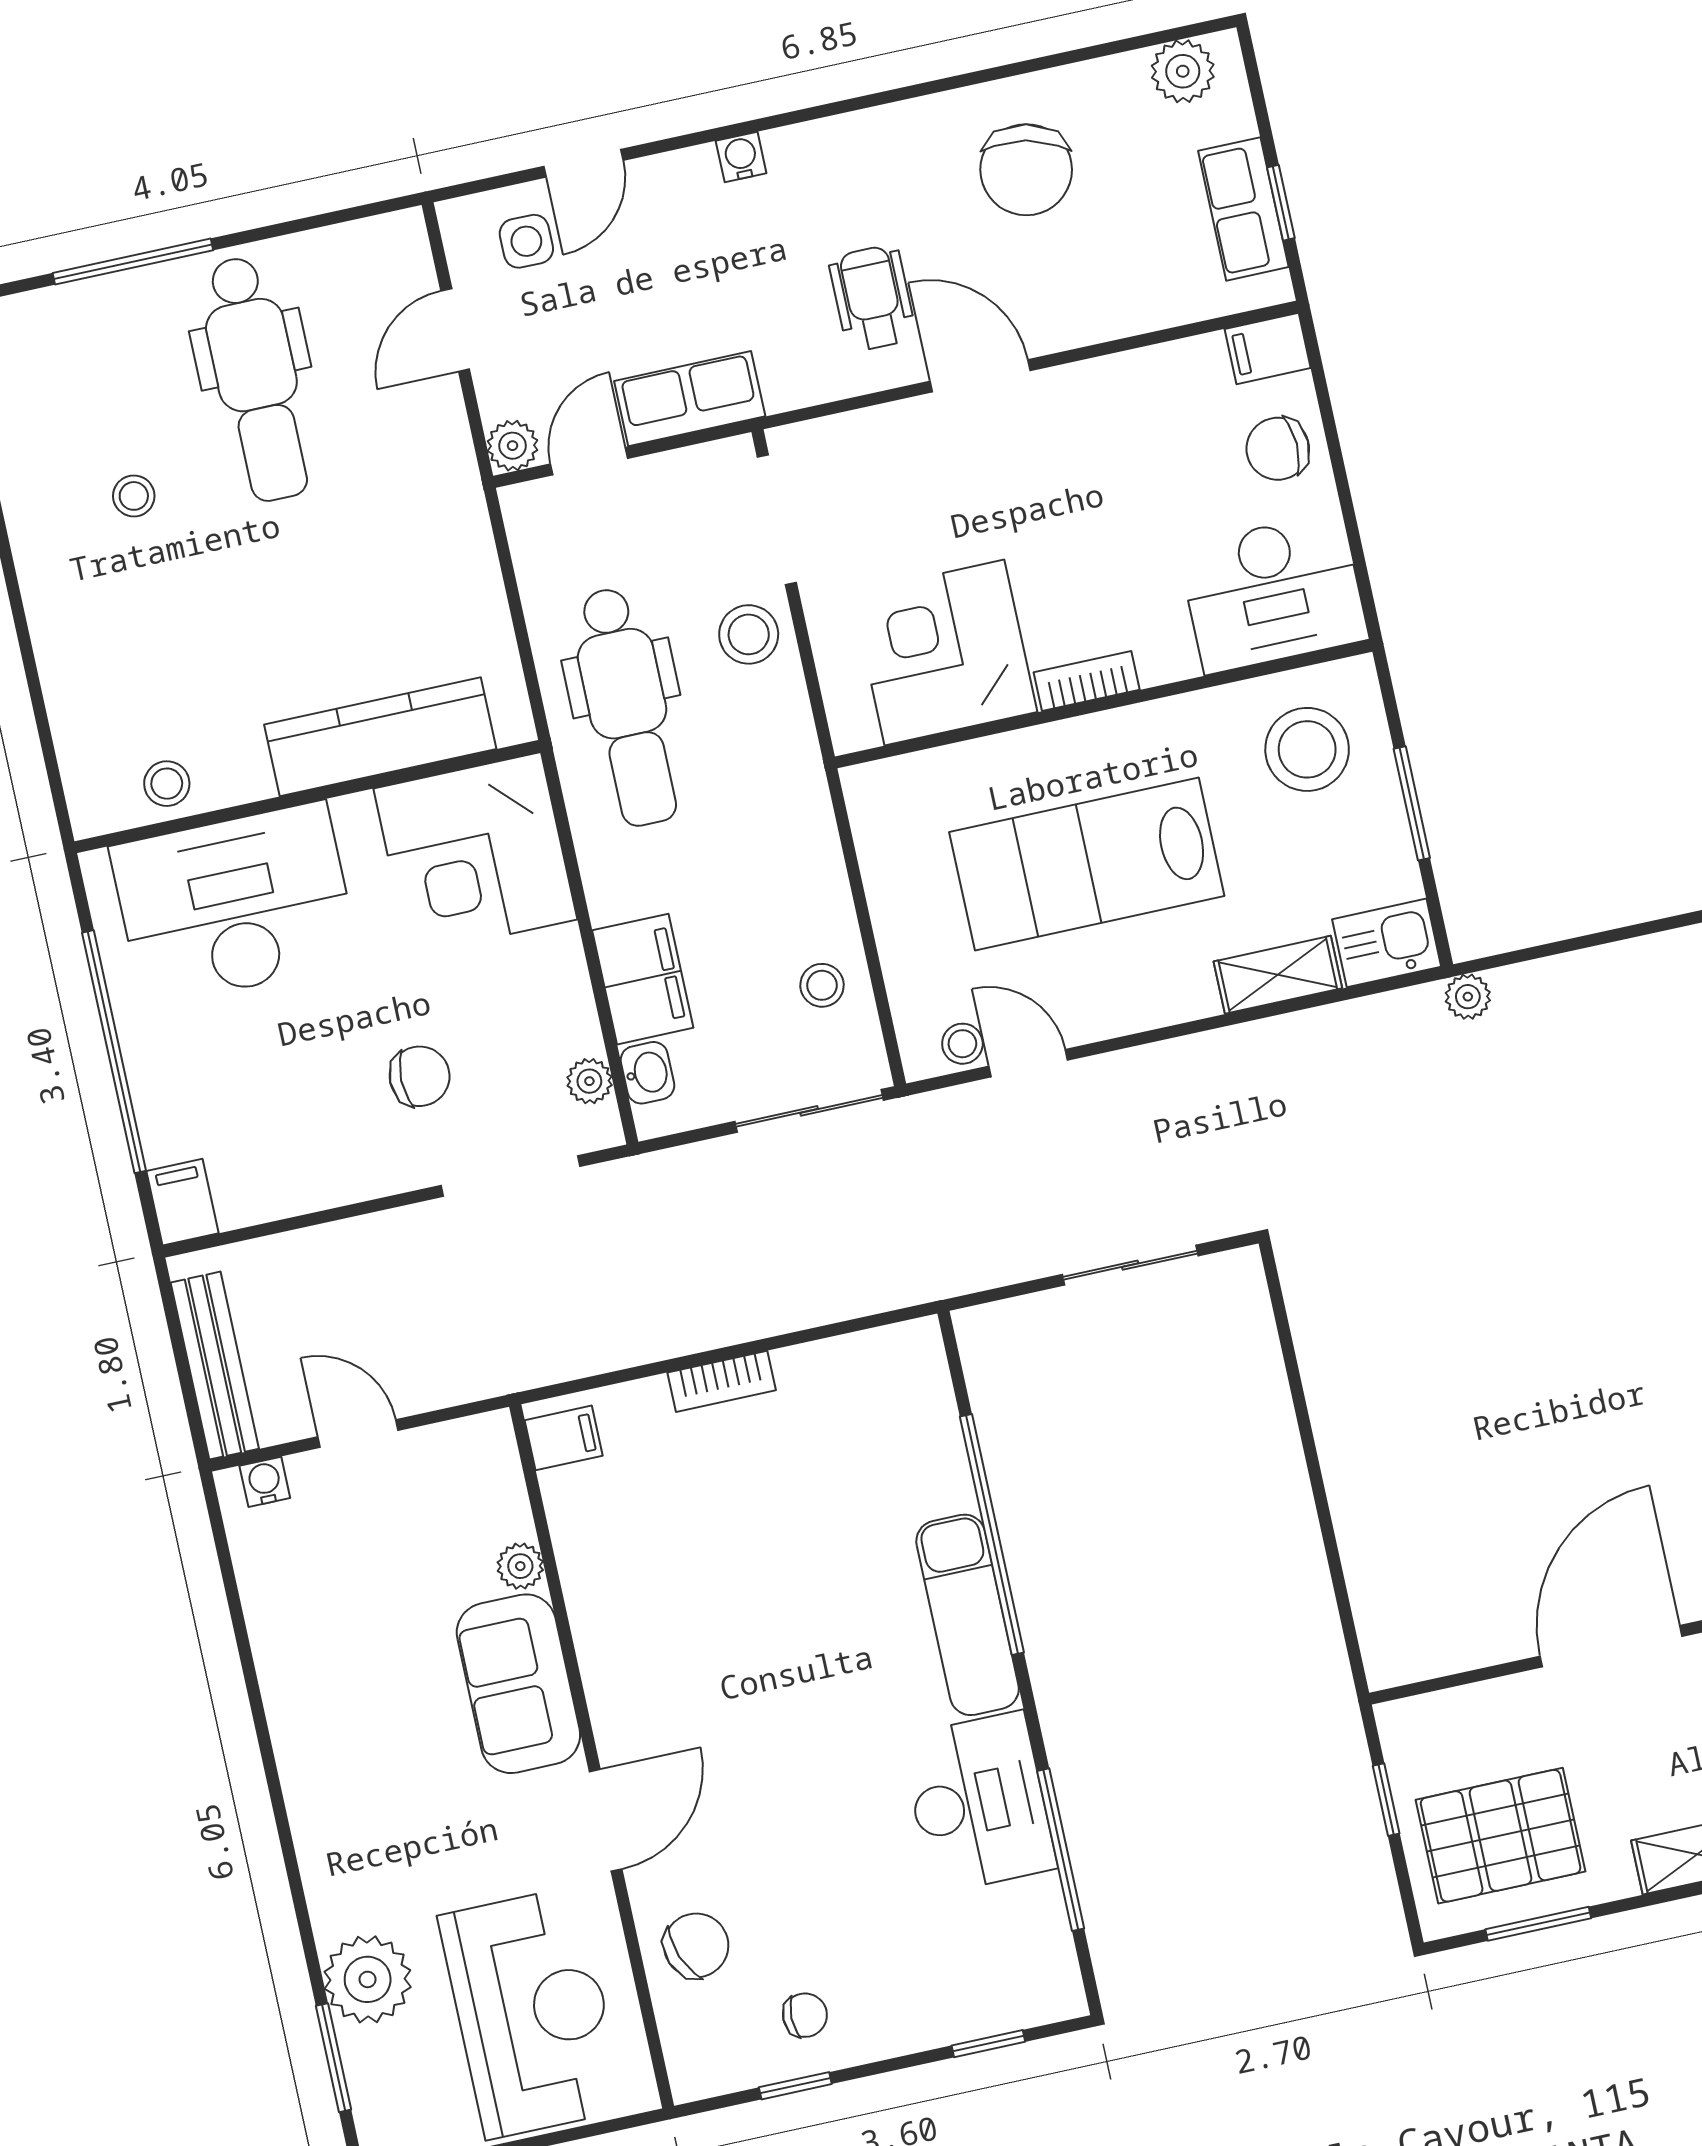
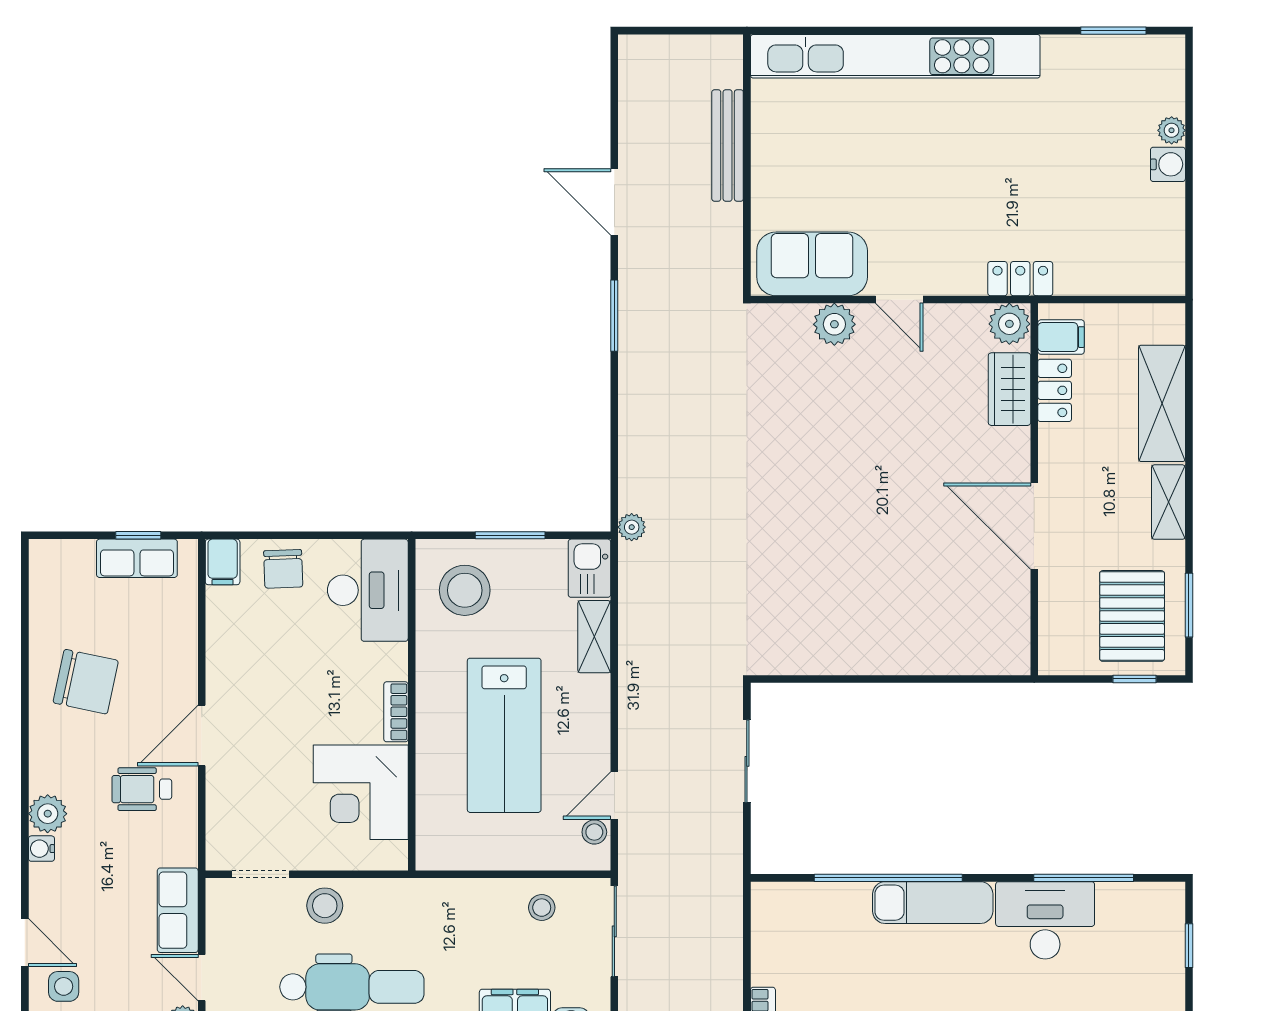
plant: (1183, 71) -> (48, 814), moved
doorway: (777, 520) -> (261, 874), width x0.73
window: (1386, 1800) -> (1135, 679), moved

